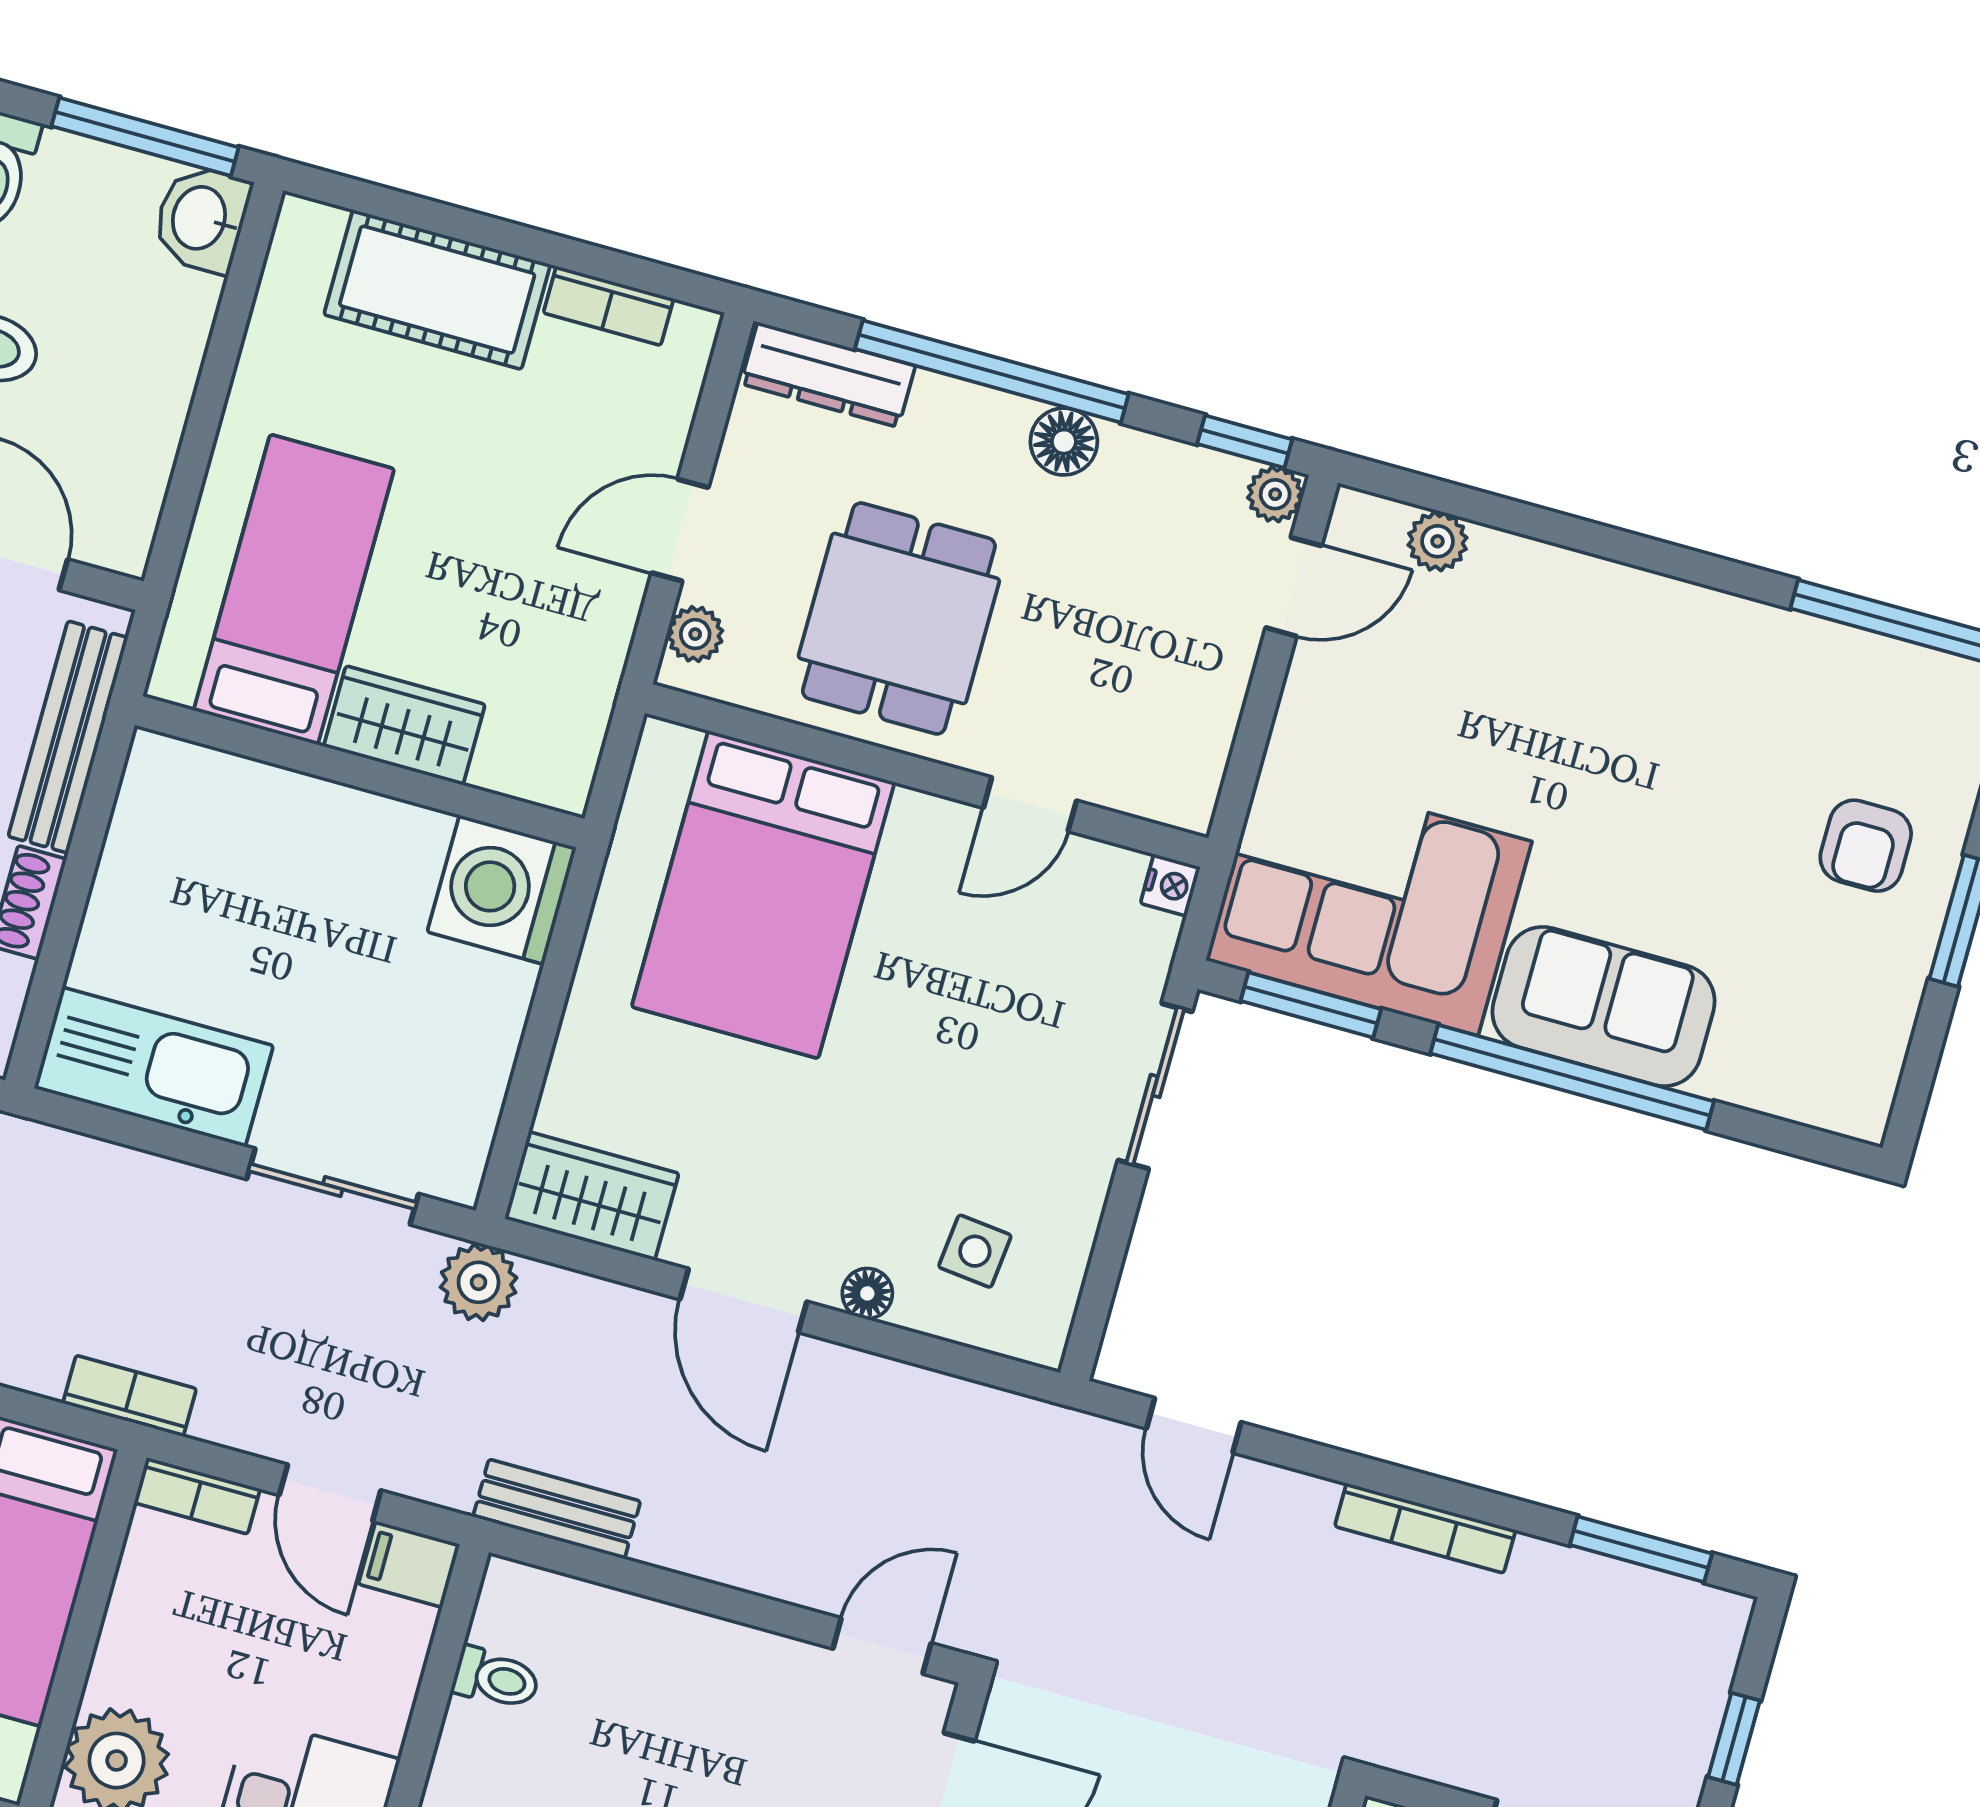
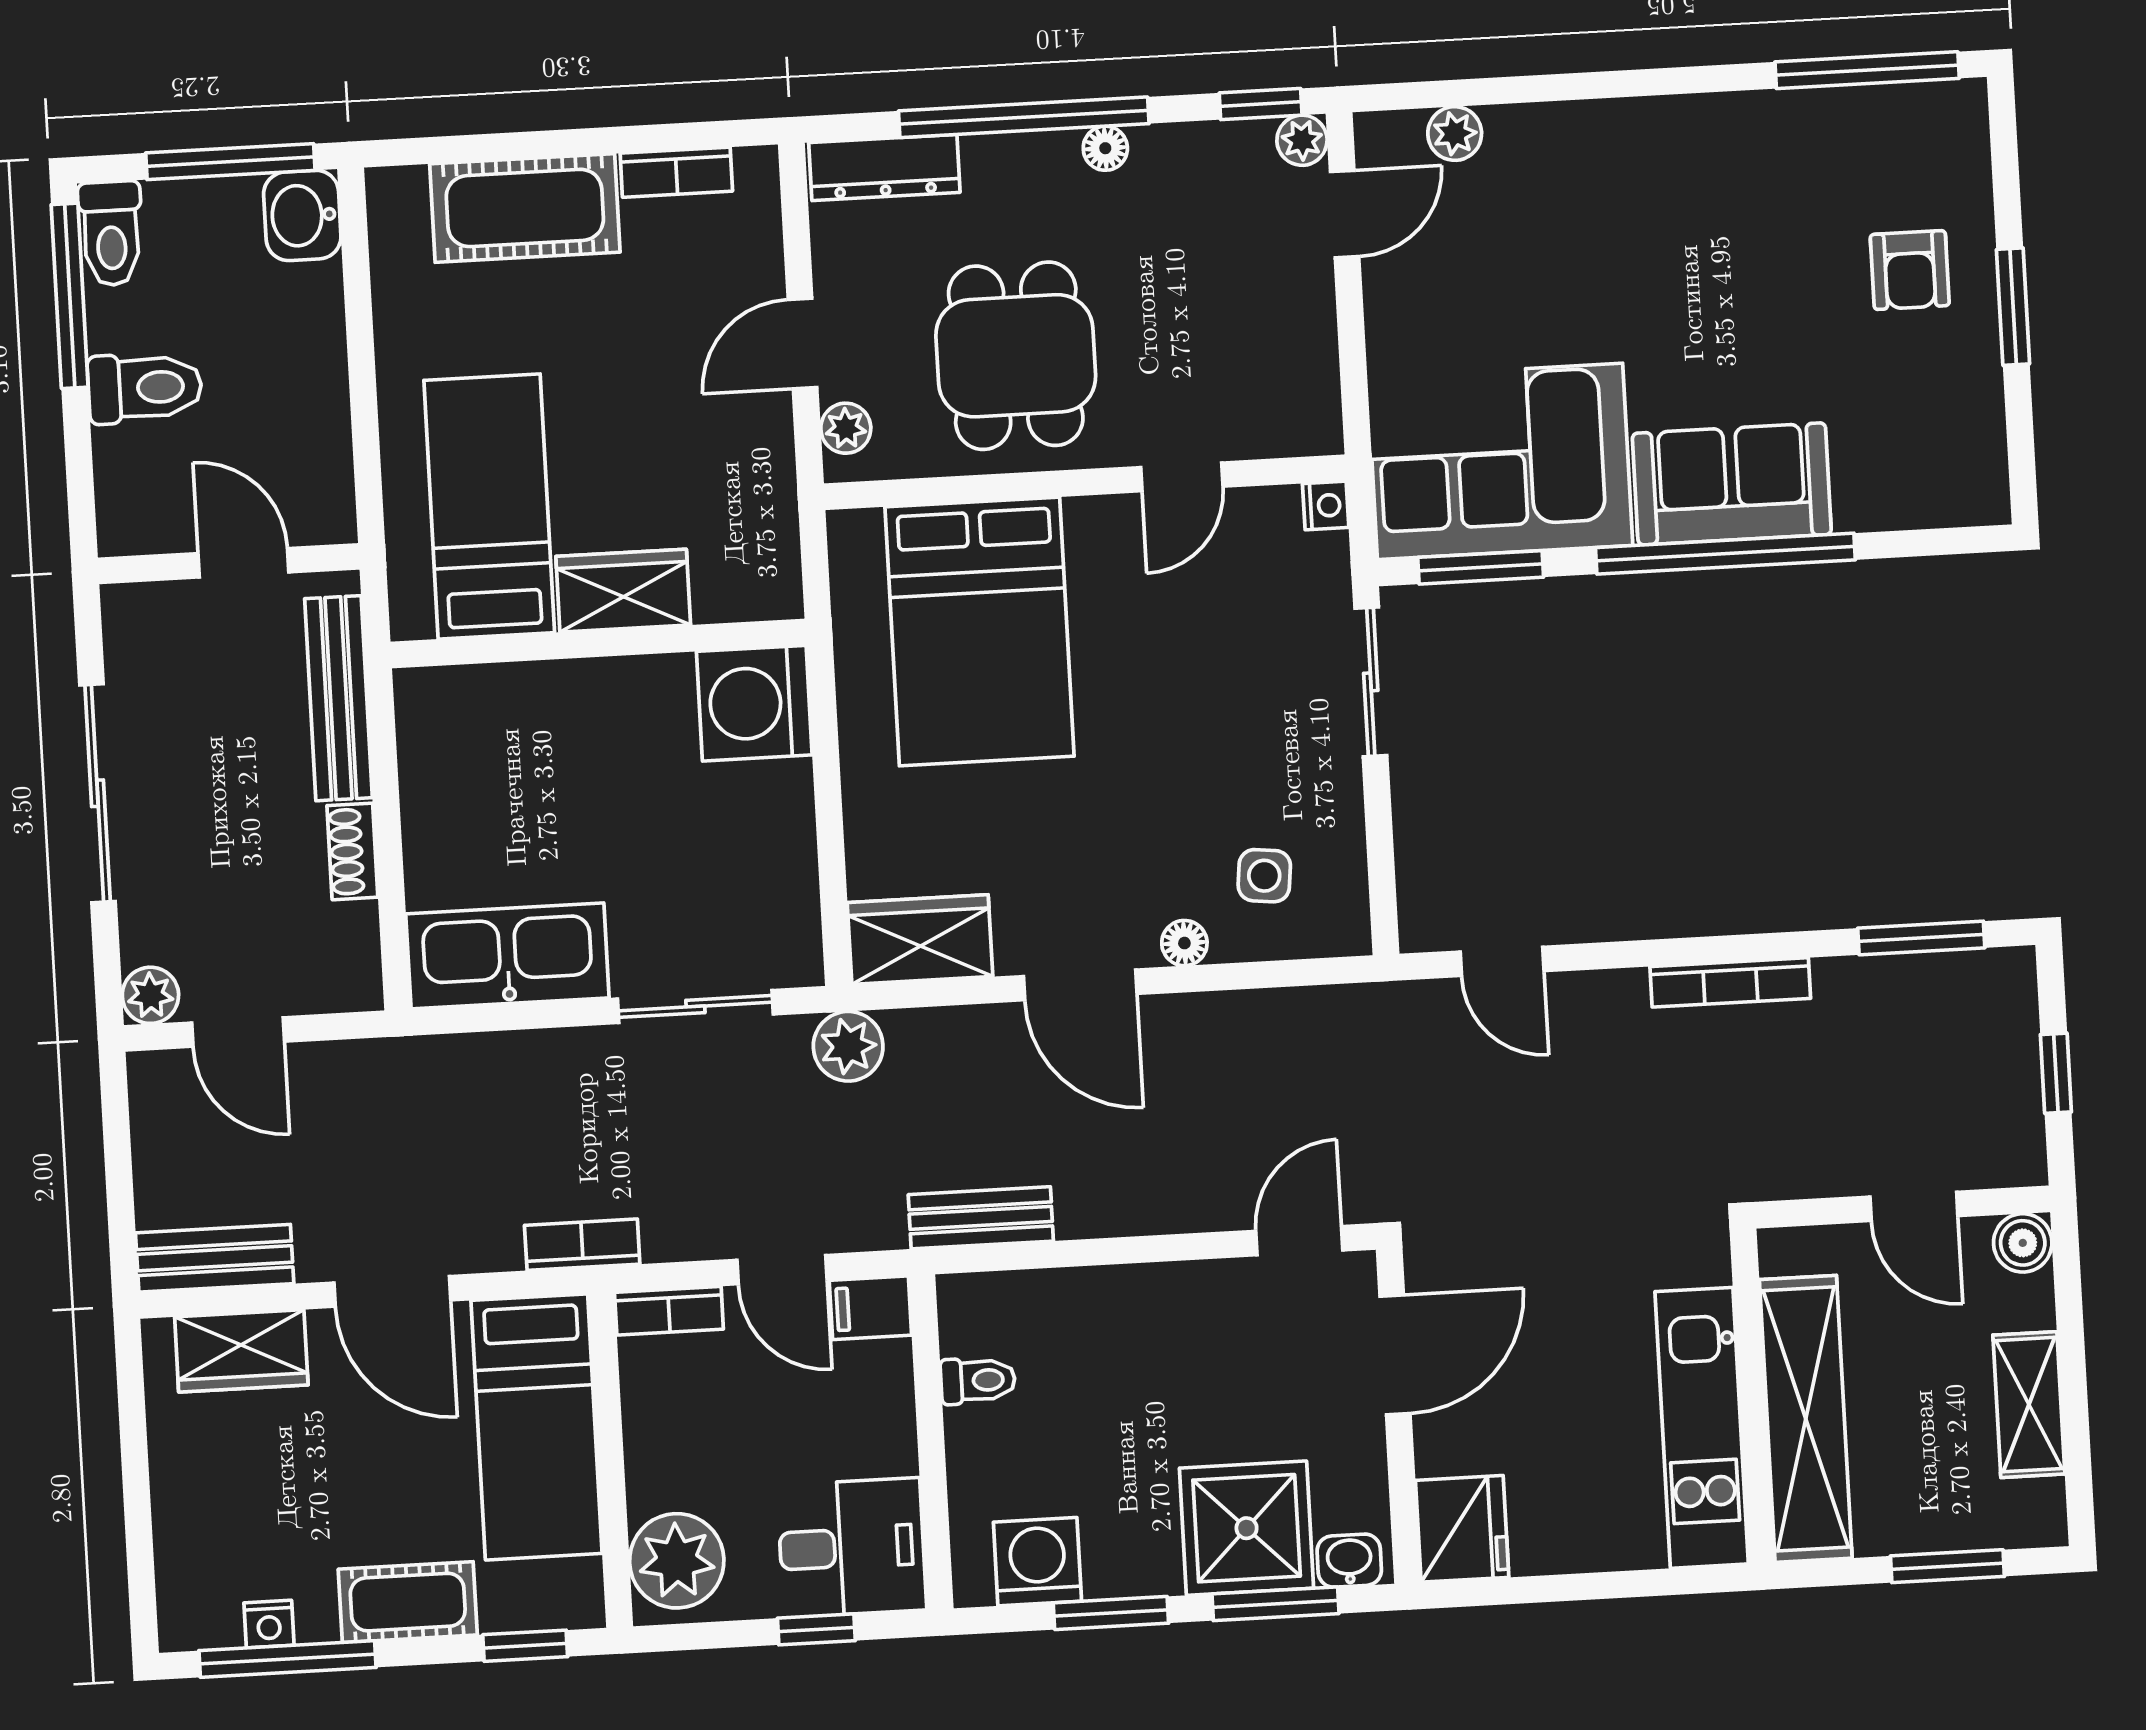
floor lamp: (1064, 442) -> (1105, 148), width x0.73, depth x0.73

